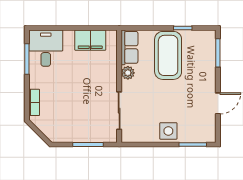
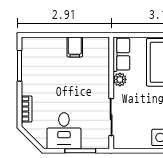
filing cabinet: (90, 40) -> (75, 47), width x0.50
desk: (46, 48) -> (64, 131), moved, turned 180

